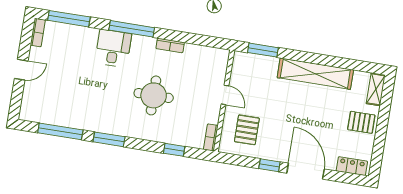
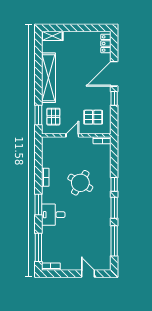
window: (132, 29) -> (38, 205), width x0.69
door: (21, 70) -> (88, 274), moved
round table: (154, 95) -> (80, 183), turned 30
pallet: (361, 122) -> (53, 117), moved
window: (174, 150) -> (114, 184), moved

